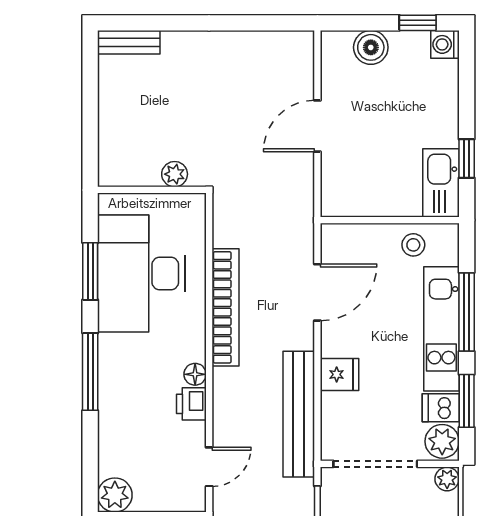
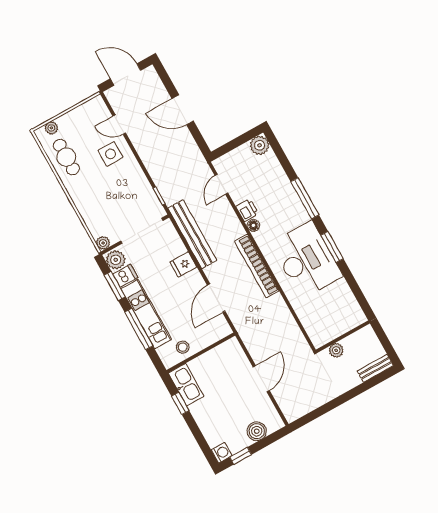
plant: (175, 174) -> (336, 350), moved
wall: (152, 190) -> (343, 337), moved

